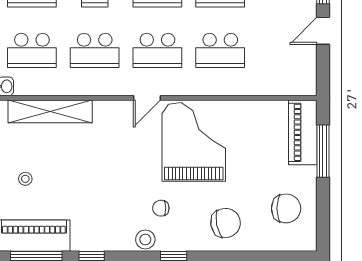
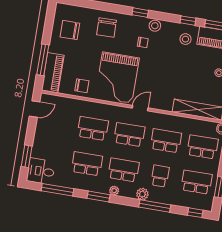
door: (323, 31) -> (35, 109), moved
chair: (251, 119) -> (82, 86), added
chair: (226, 223) -> (107, 27), turned -80
stool: (90, 226) -> (185, 39), added

